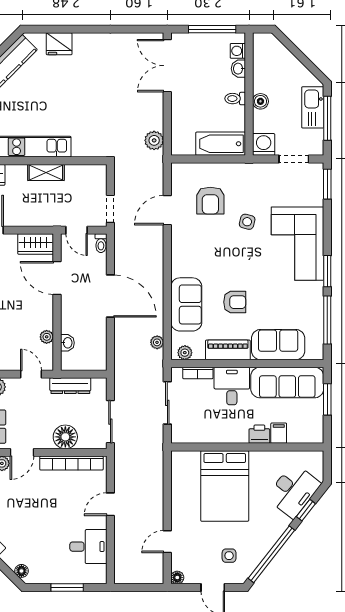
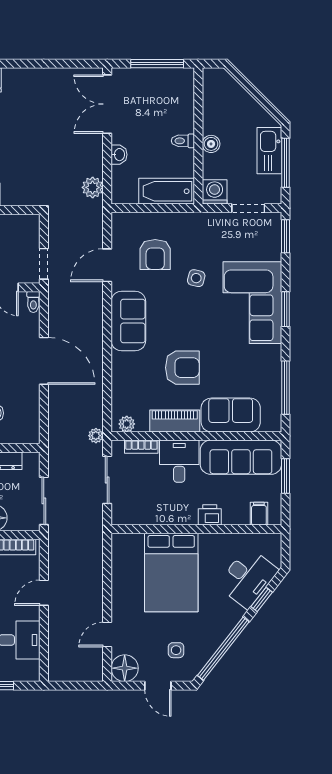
washing machine: (238, 51) -> (186, 88), removed
washbasin: (238, 69) -> (119, 155), moved, turned 180
window: (327, 271) -> (285, 309), moved
armchair: (235, 302) -> (182, 368), width x1.38, depth x1.38
sofa: (186, 304) -> (128, 321), moved
plant: (157, 342) -> (96, 436), moved
filing cabinet: (279, 433) -> (259, 514), moved
floor lamp: (177, 578) -> (125, 668), width x1.89, depth x1.89

